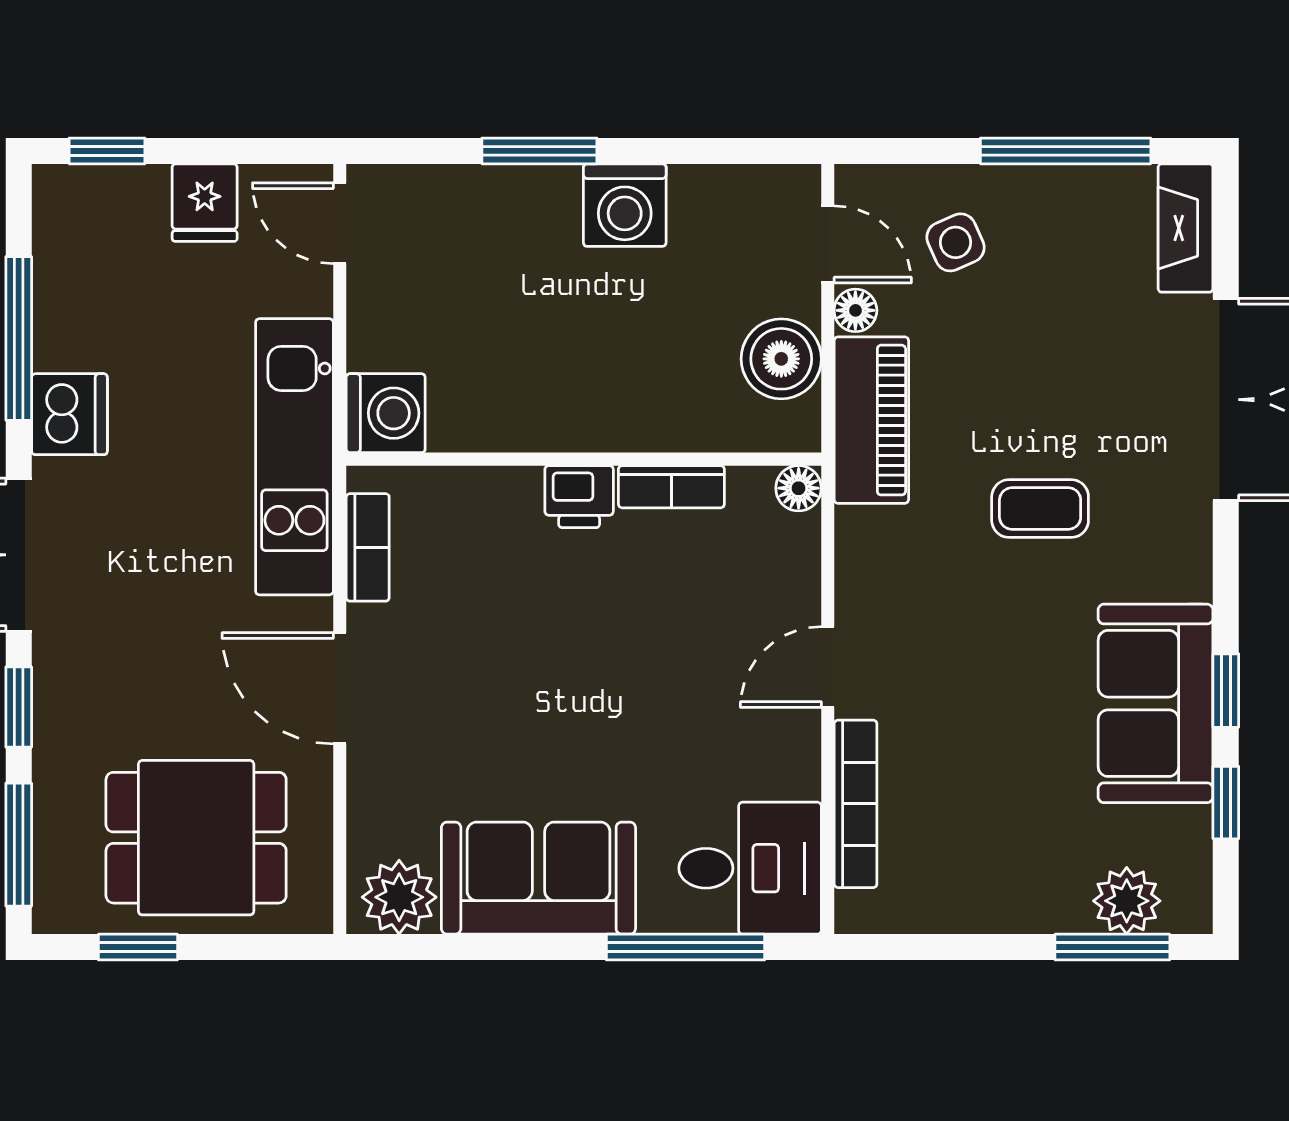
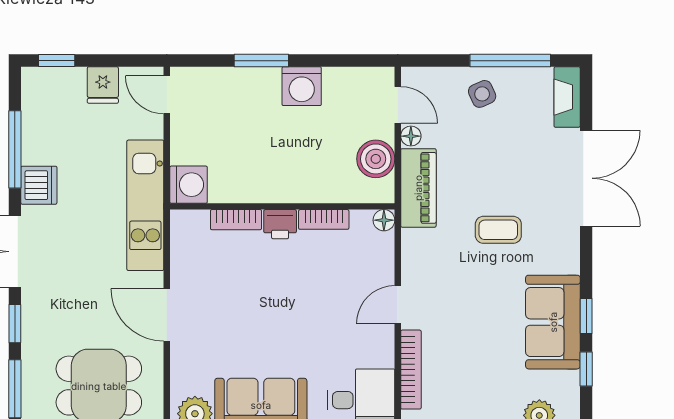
side table: (955, 242) -> (482, 94), moved
bookcase: (368, 547) -> (236, 220), moved, turned 90

